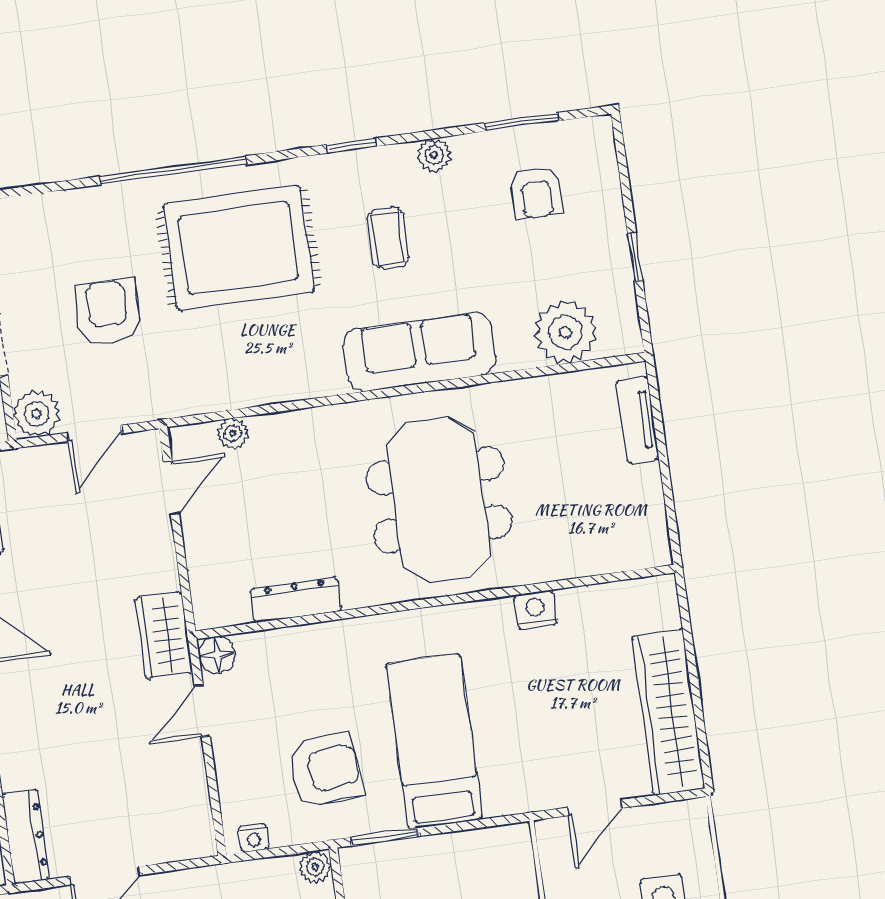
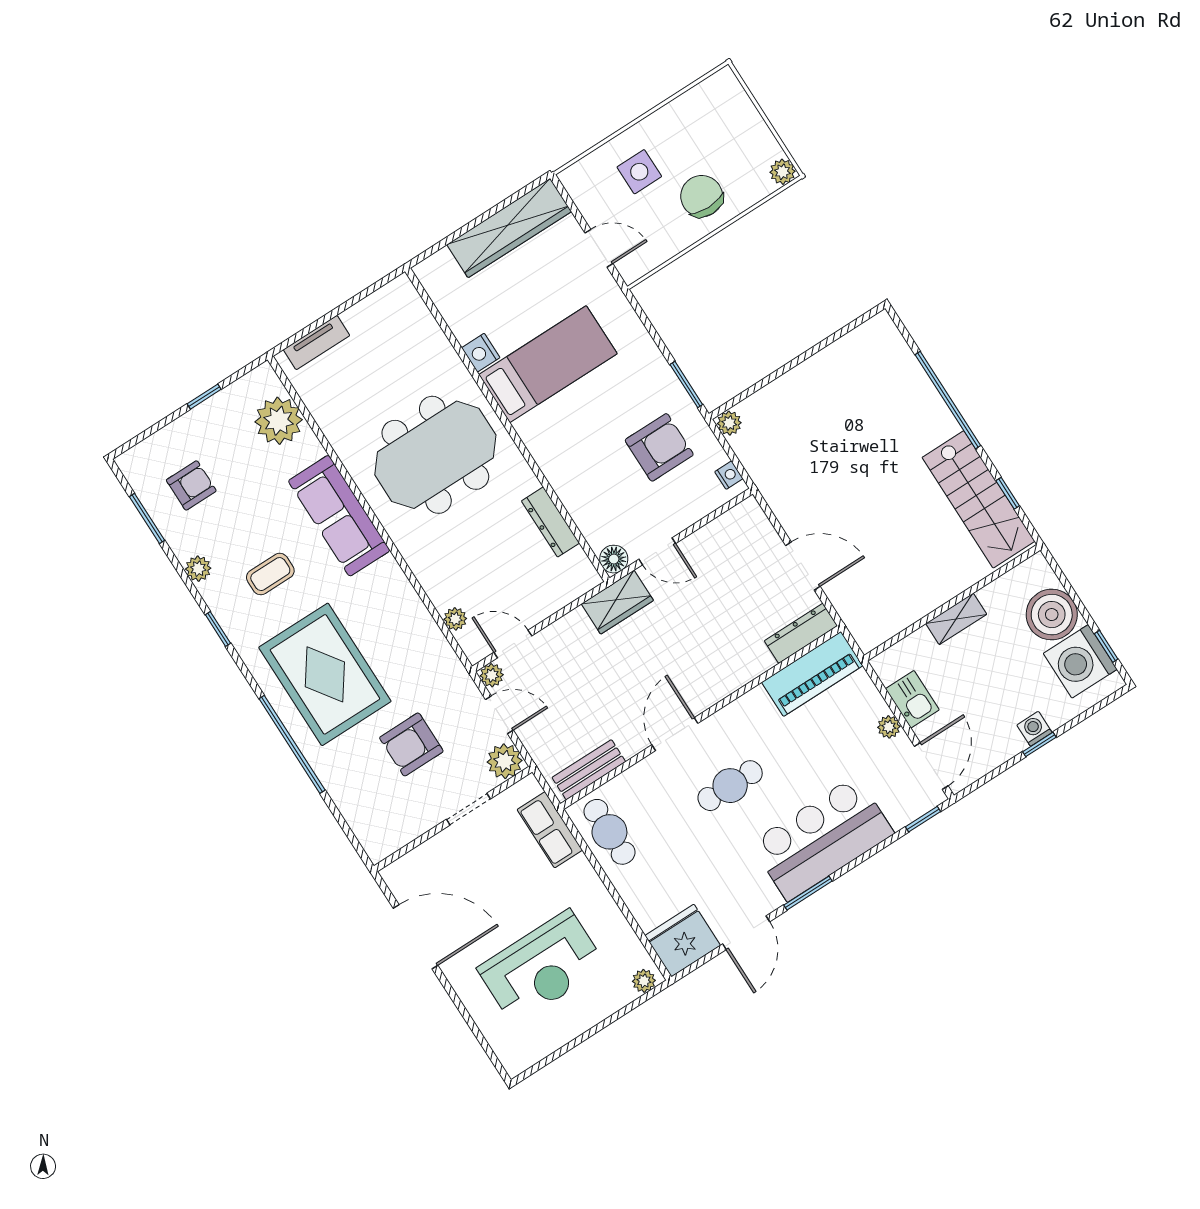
plant: (146, 446) -> (492, 675), added
bed: (434, 741) -> (548, 364), moved, turned 180
armchair: (325, 770) -> (659, 447), turned 96

